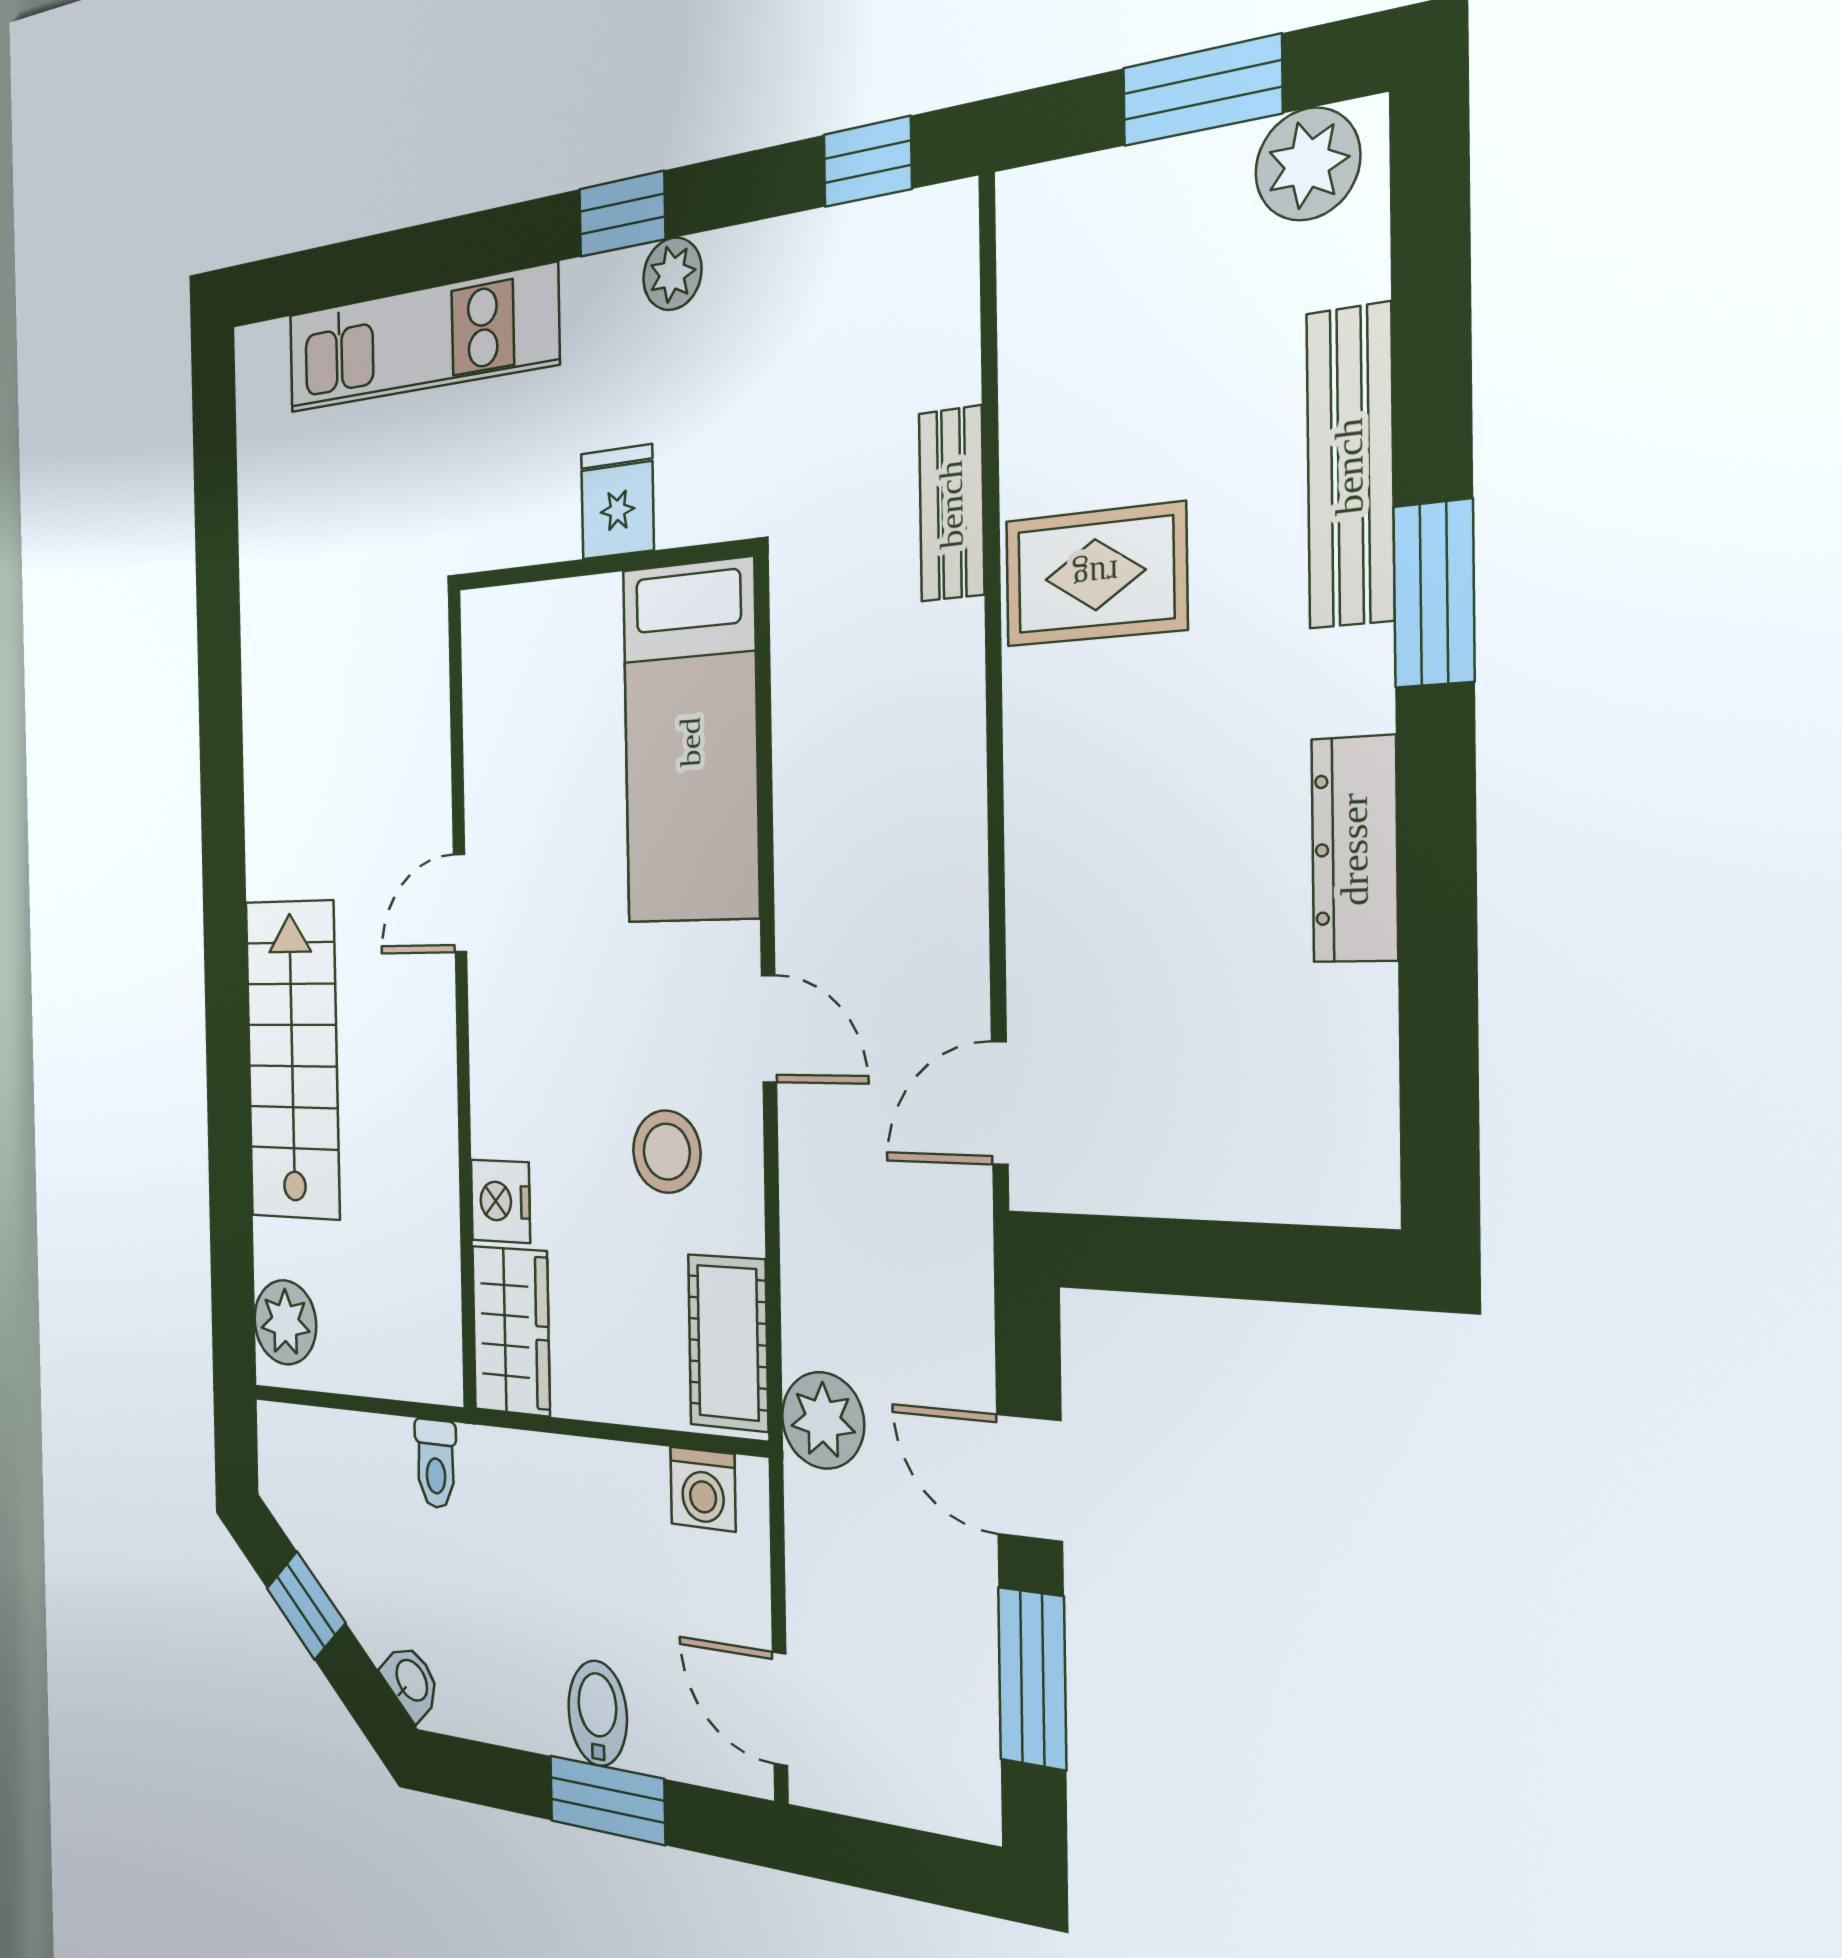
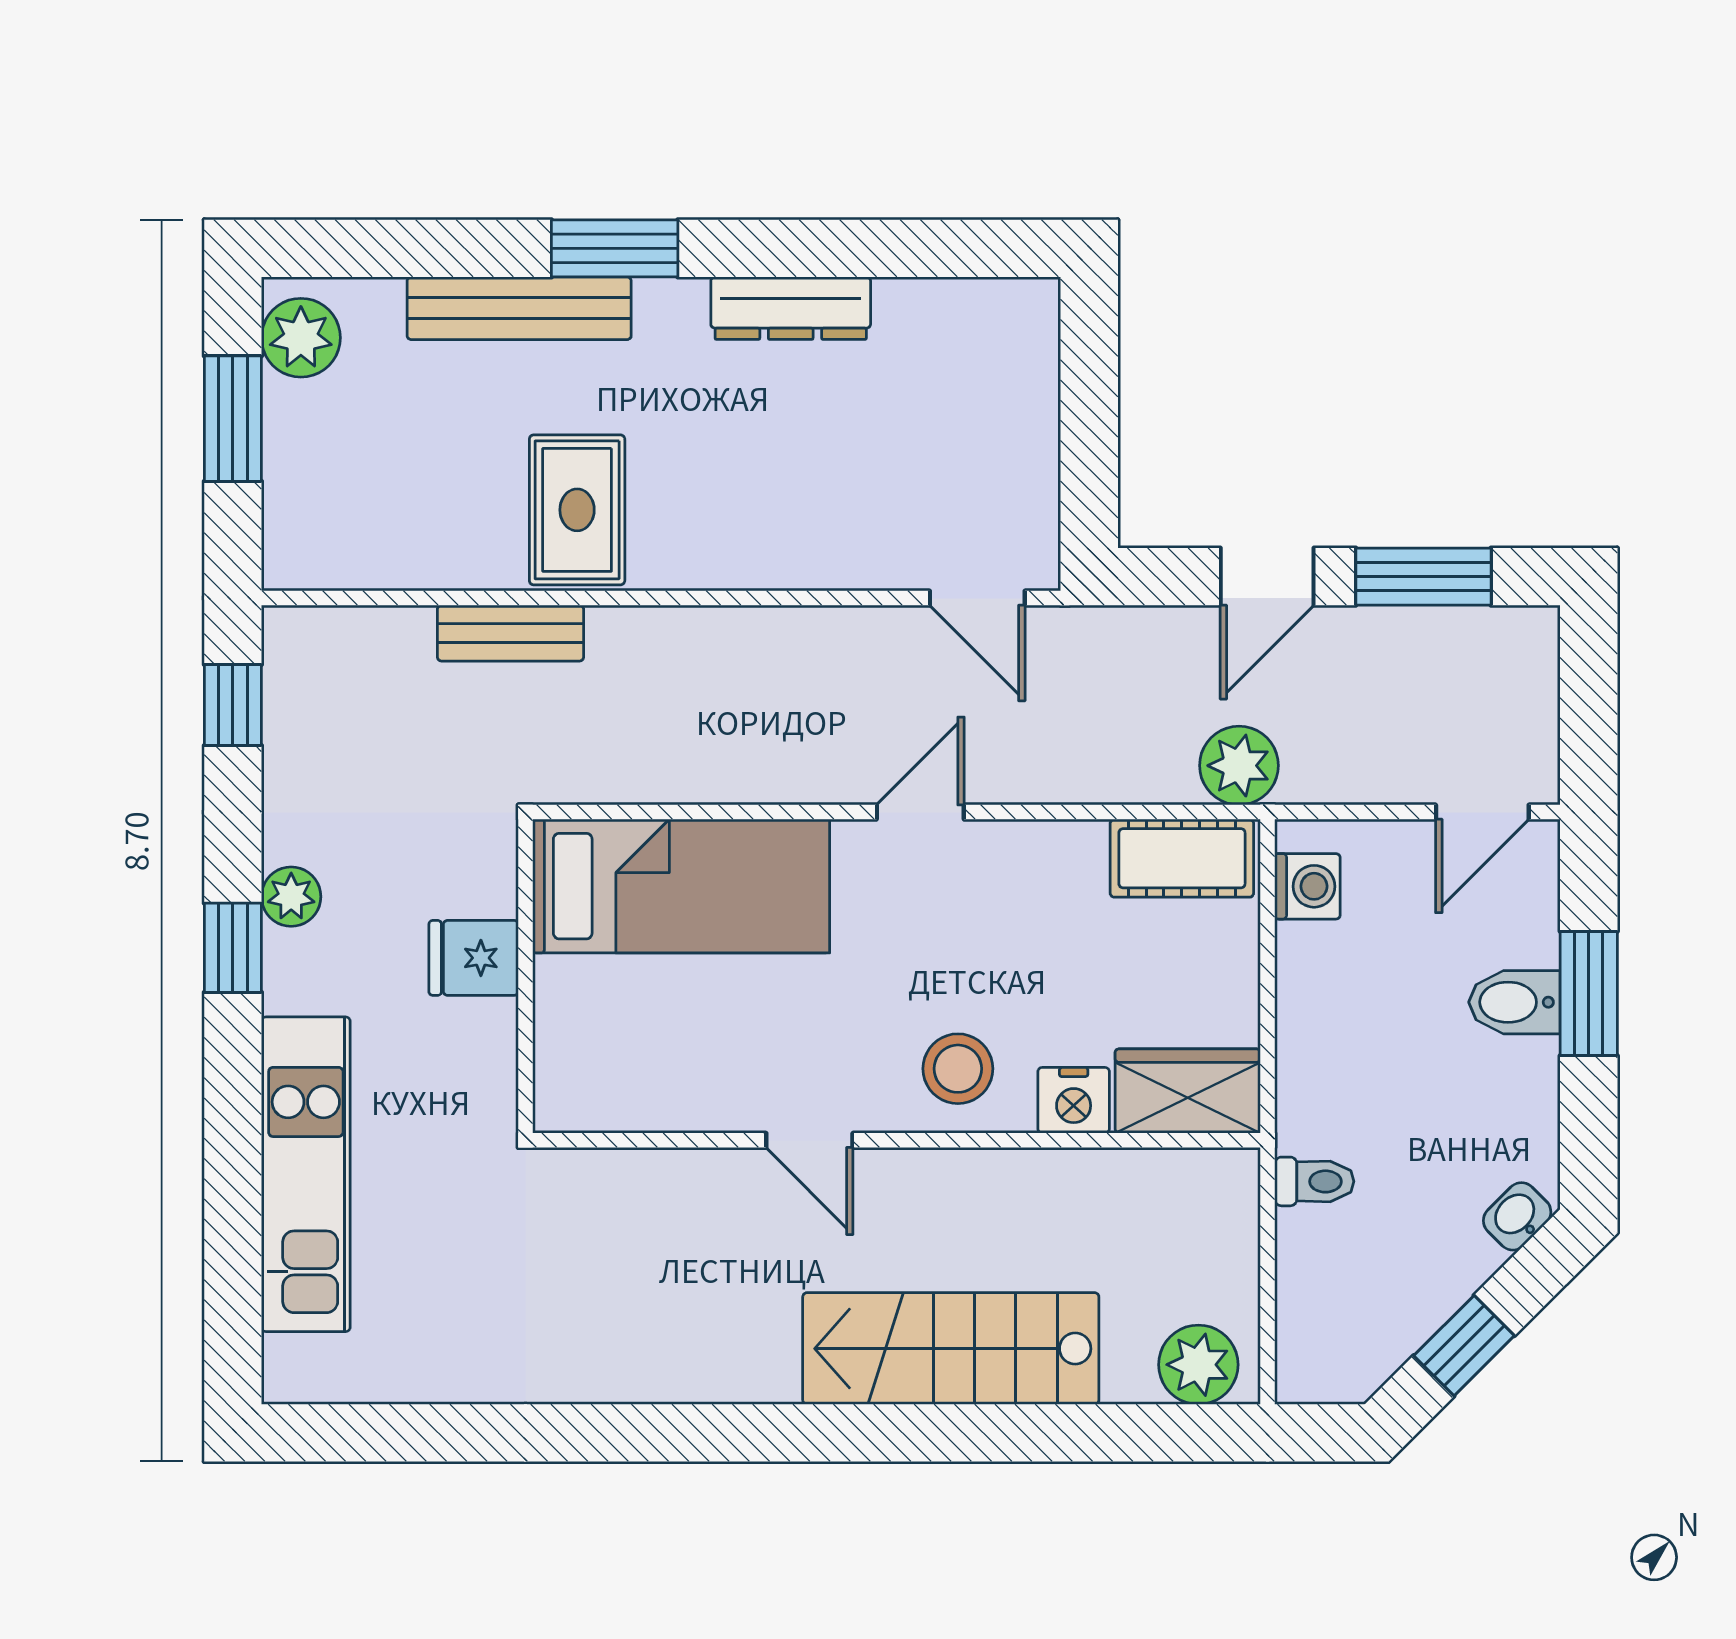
stool: (667, 1152) -> (958, 1069), moved

